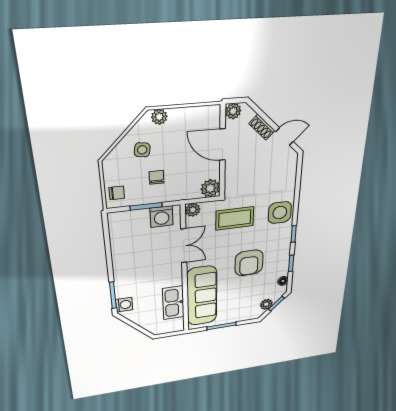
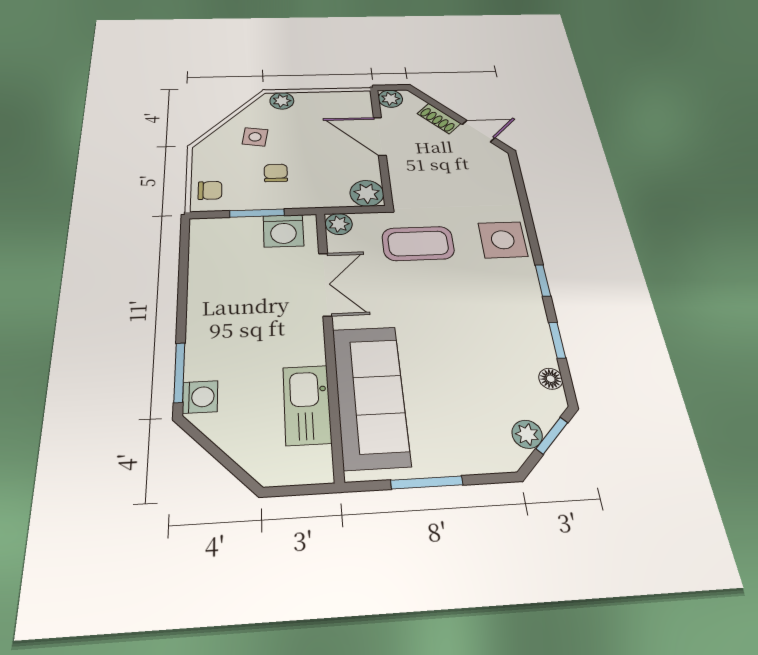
armchair: (249, 263) -> (463, 330), removed

